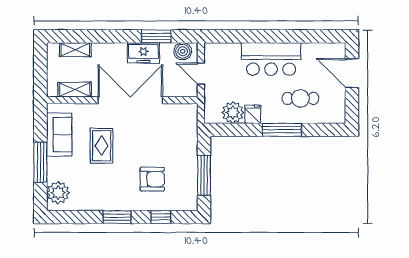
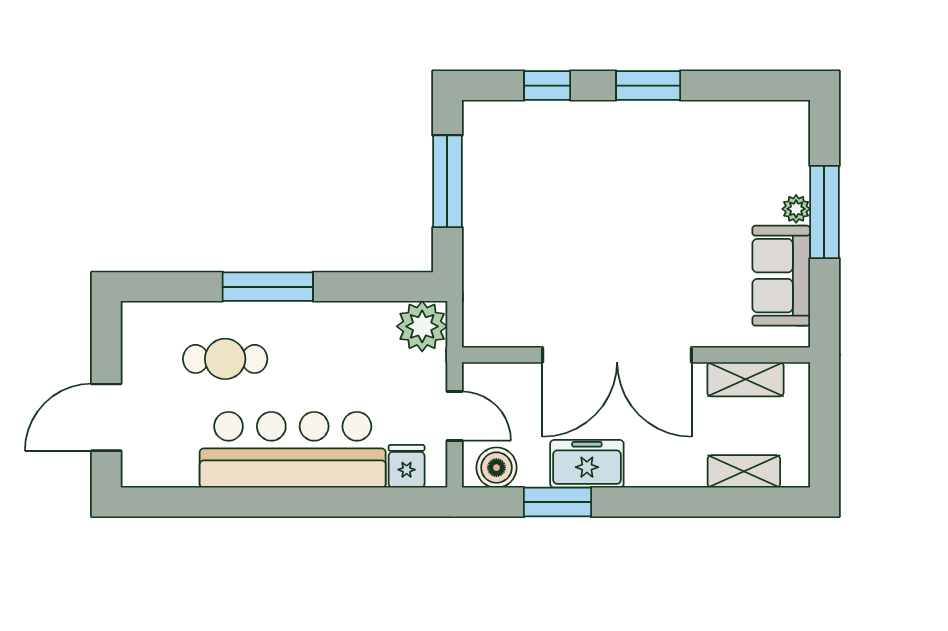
bar counter: (271, 59) -> (293, 450), width x1.36
door: (352, 73) -> (106, 417), swing flipped
plant: (233, 113) -> (422, 326), moved
fridge: (253, 114) -> (407, 466), moved, turned 180
rug: (102, 146) -> (683, 250), removed
armchair: (152, 179) -> (567, 173), removed
plant: (58, 193) -> (796, 209), moved, width x0.53, depth x0.53

